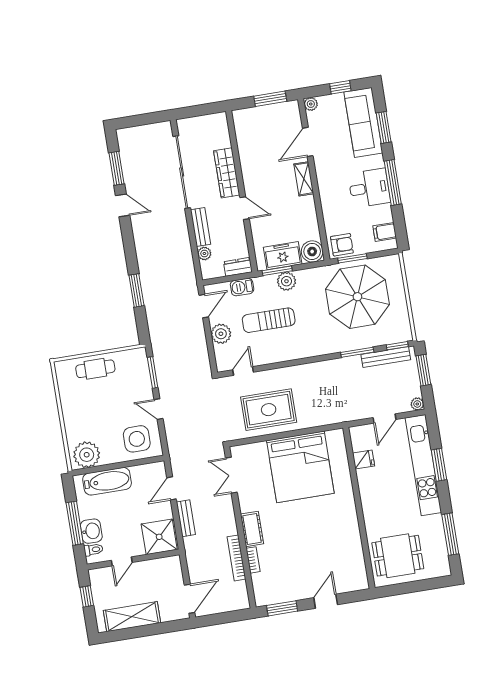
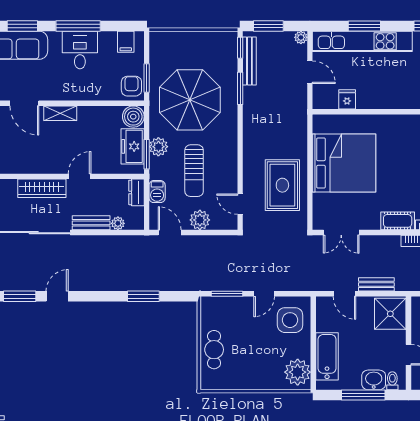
parasol: (357, 297) -> (190, 100), moved

